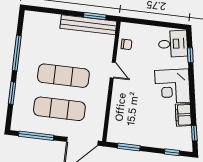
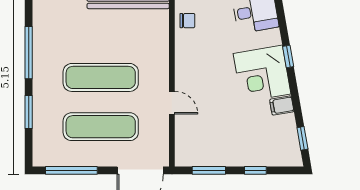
window: (190, 55) -> (288, 56), moved
door: (113, 70) -> (172, 103), moved
filing cabinet: (183, 115) -> (282, 105), width x0.50
window: (172, 152) -> (255, 170), moved

